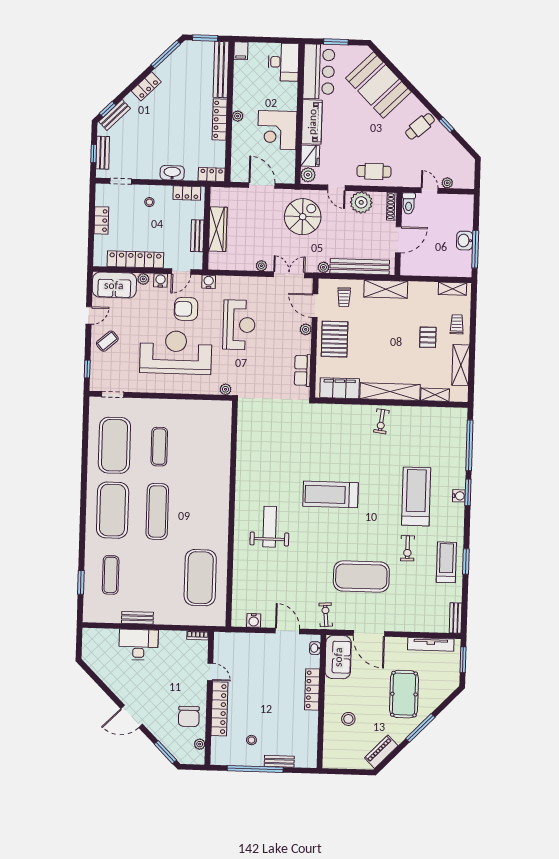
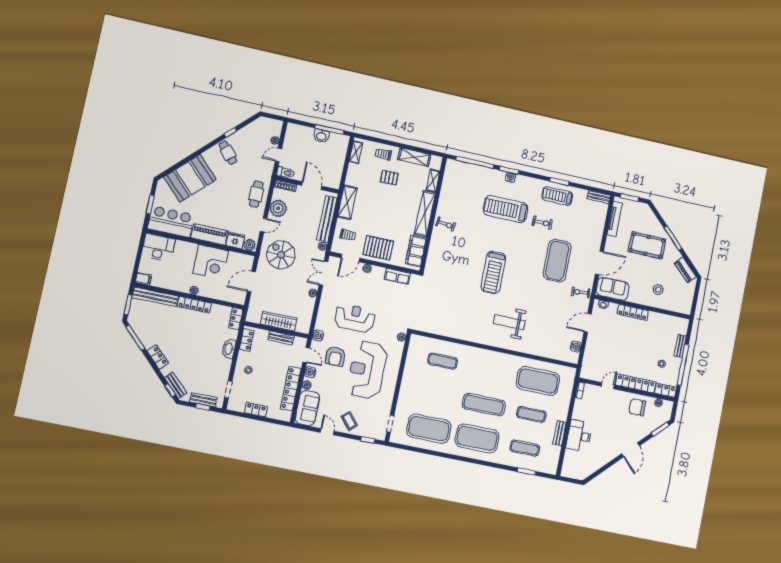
exercise mat: (159, 447) -> (443, 361), moved
exercise mat: (155, 576) -> (531, 414), added
chair: (189, 716) -> (637, 407), turned 180
locker: (218, 751) -> (666, 390), added

